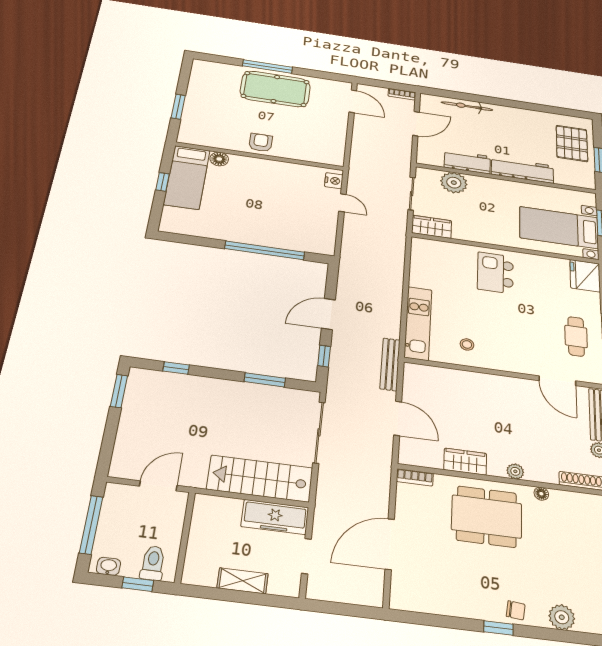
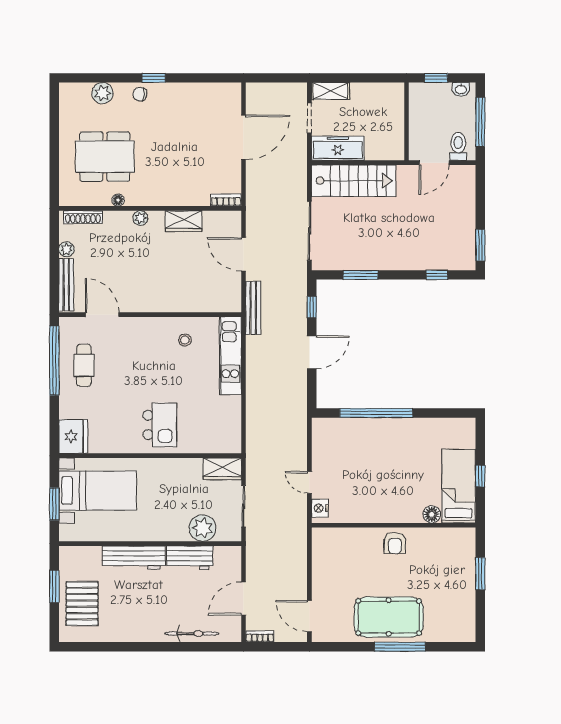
dining table: (487, 516) -> (105, 157), moved
toilet: (153, 563) -> (458, 146), moved, turned 180
shelving: (243, 581) -> (331, 91), moved

